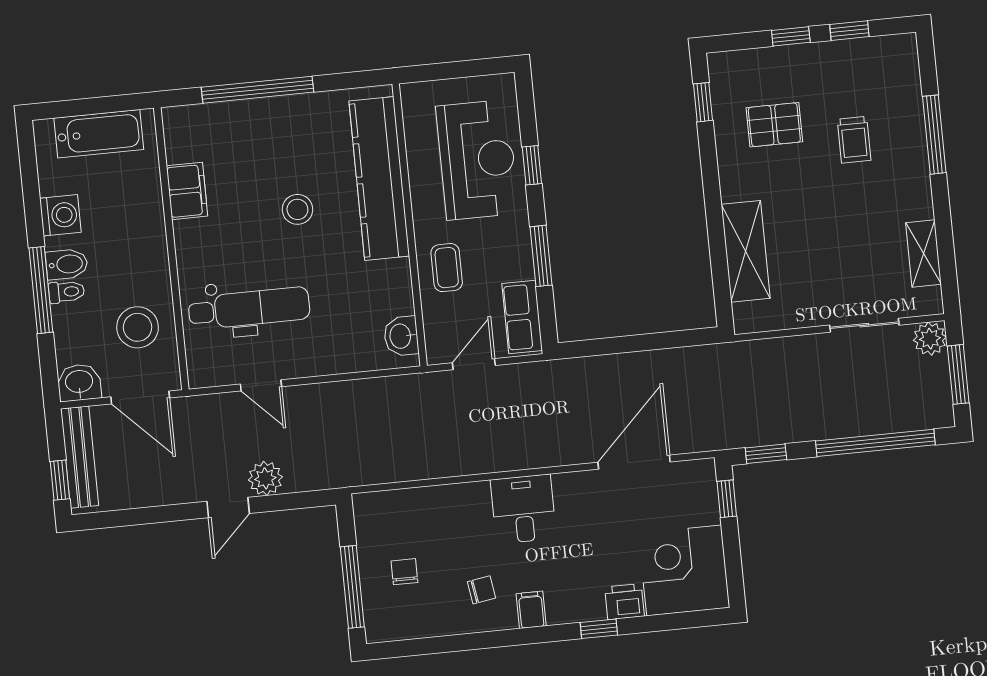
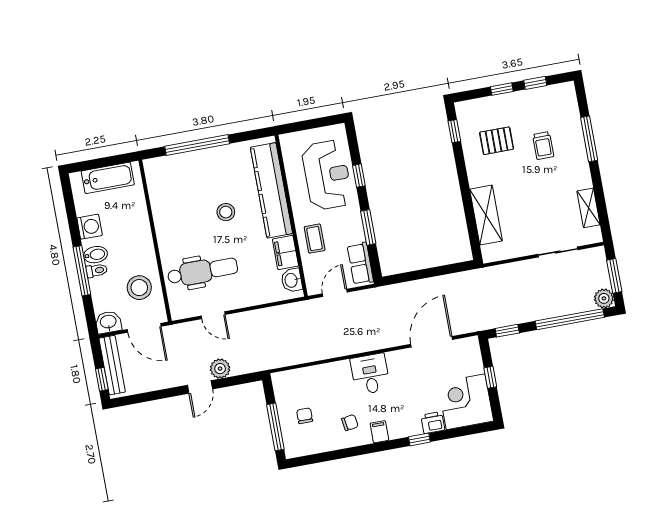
filing cabinet: (187, 191) -> (285, 253), moved, turned 180
plant: (930, 339) -> (604, 298), moved
window: (727, 499) -> (490, 377), moved

